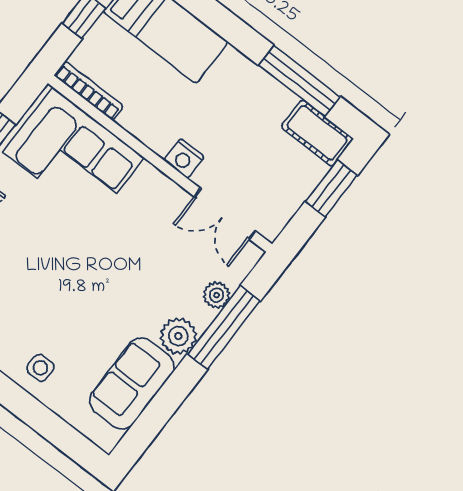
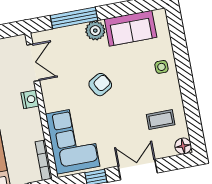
armchair: (104, 267) -> (100, 85), added
plant: (216, 295) -> (66, 33), removed

